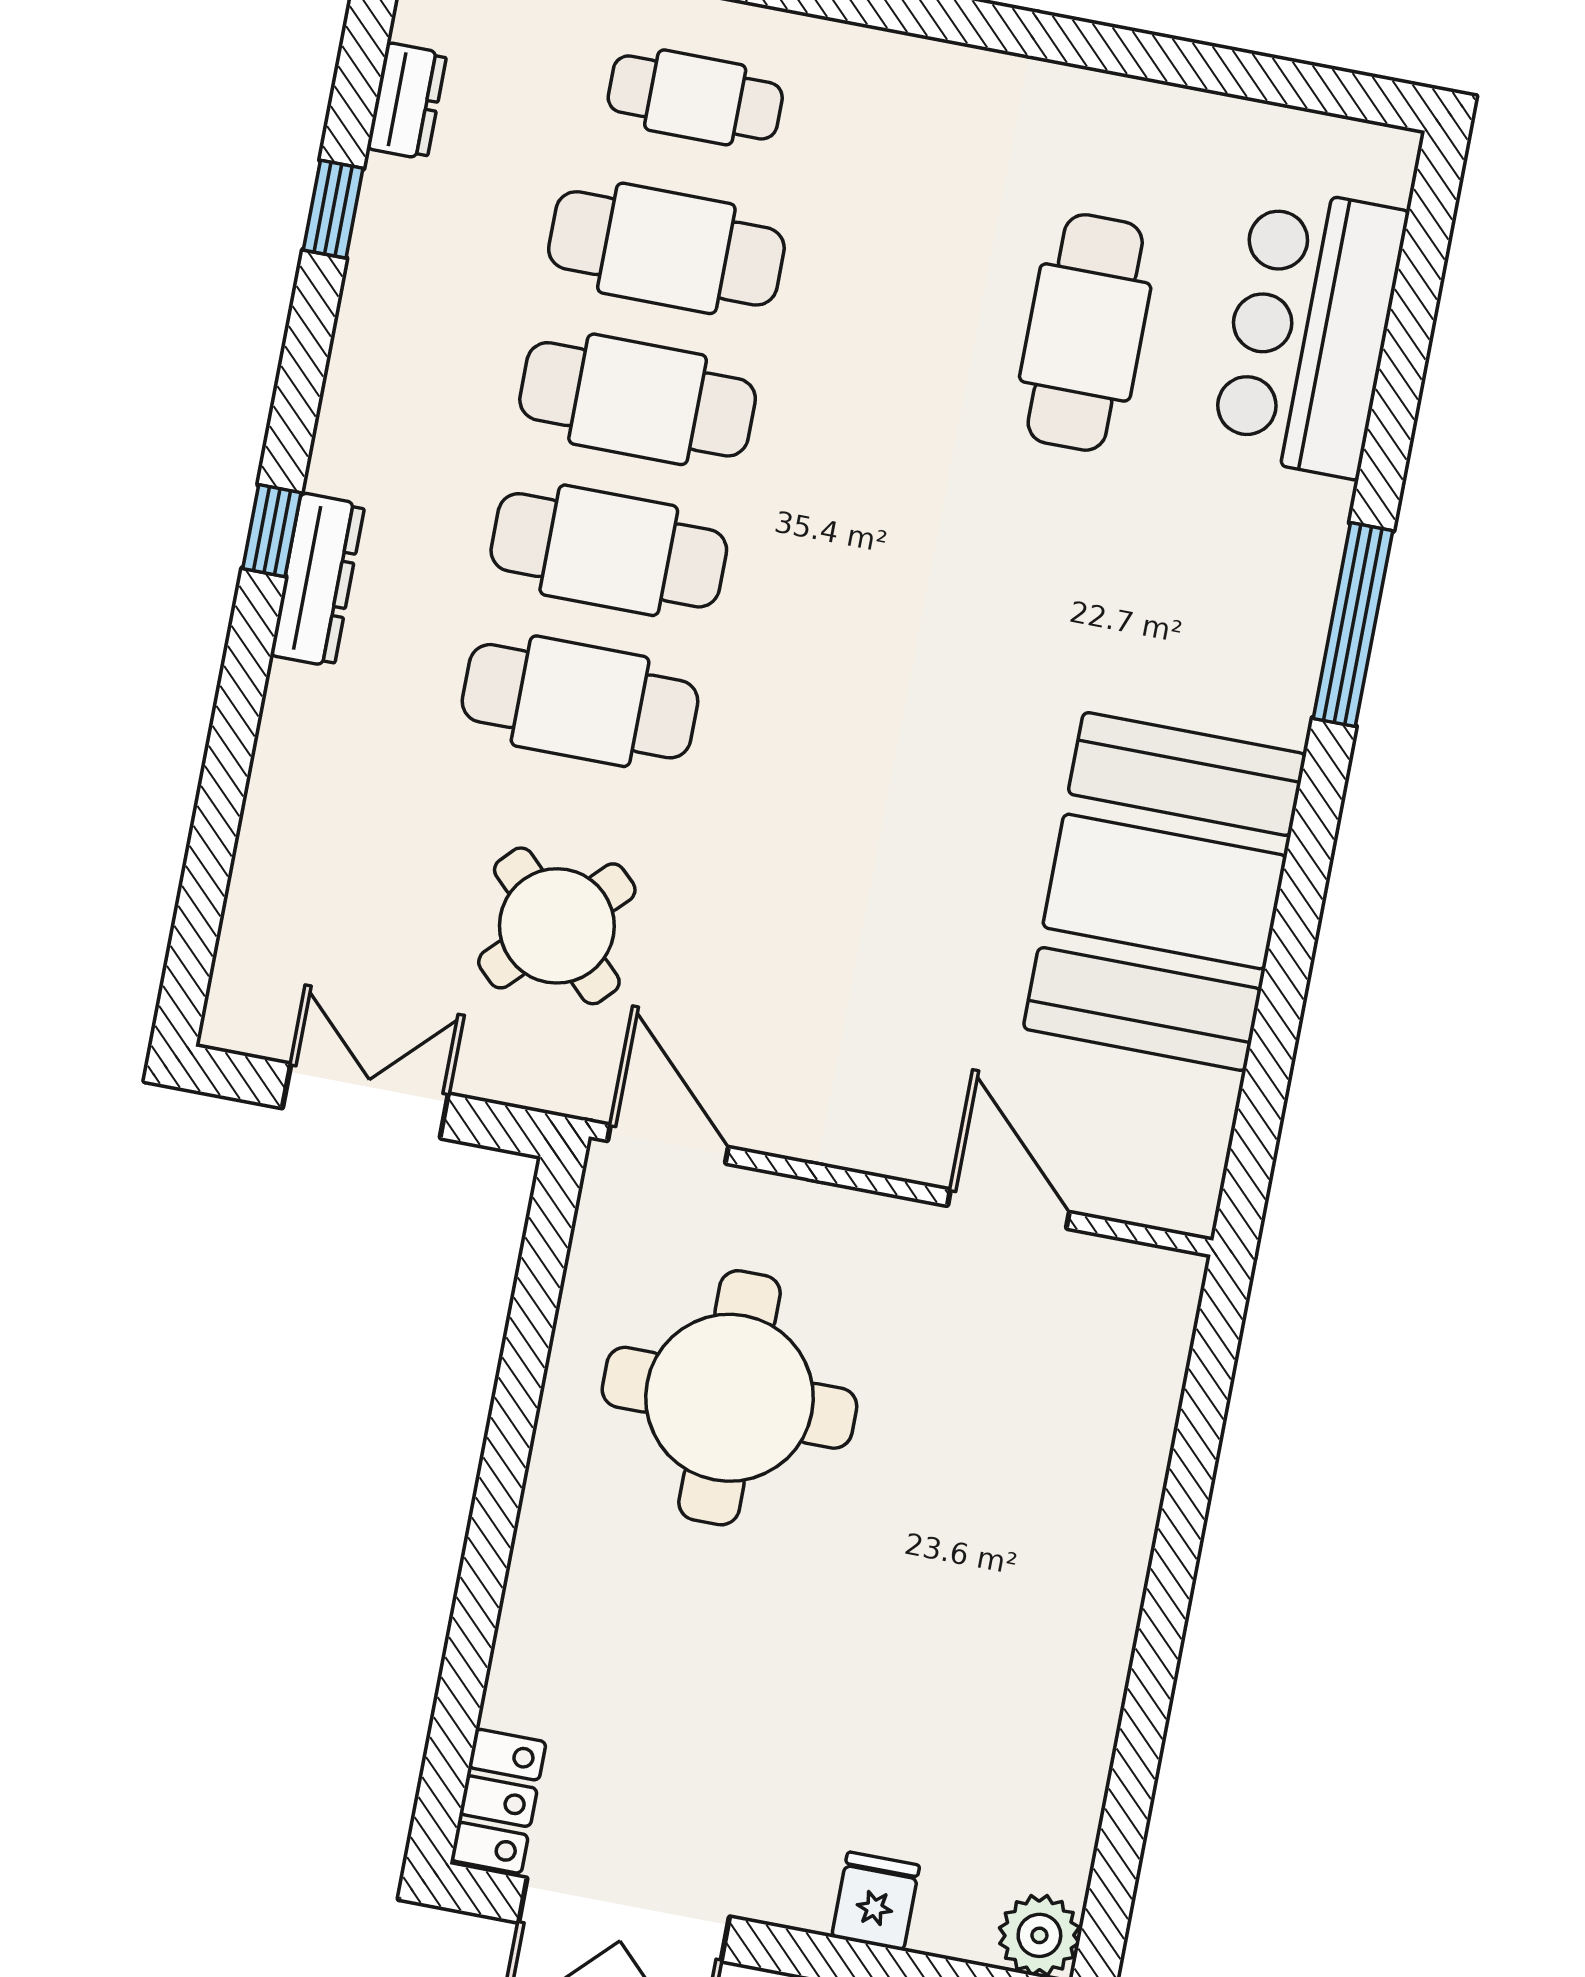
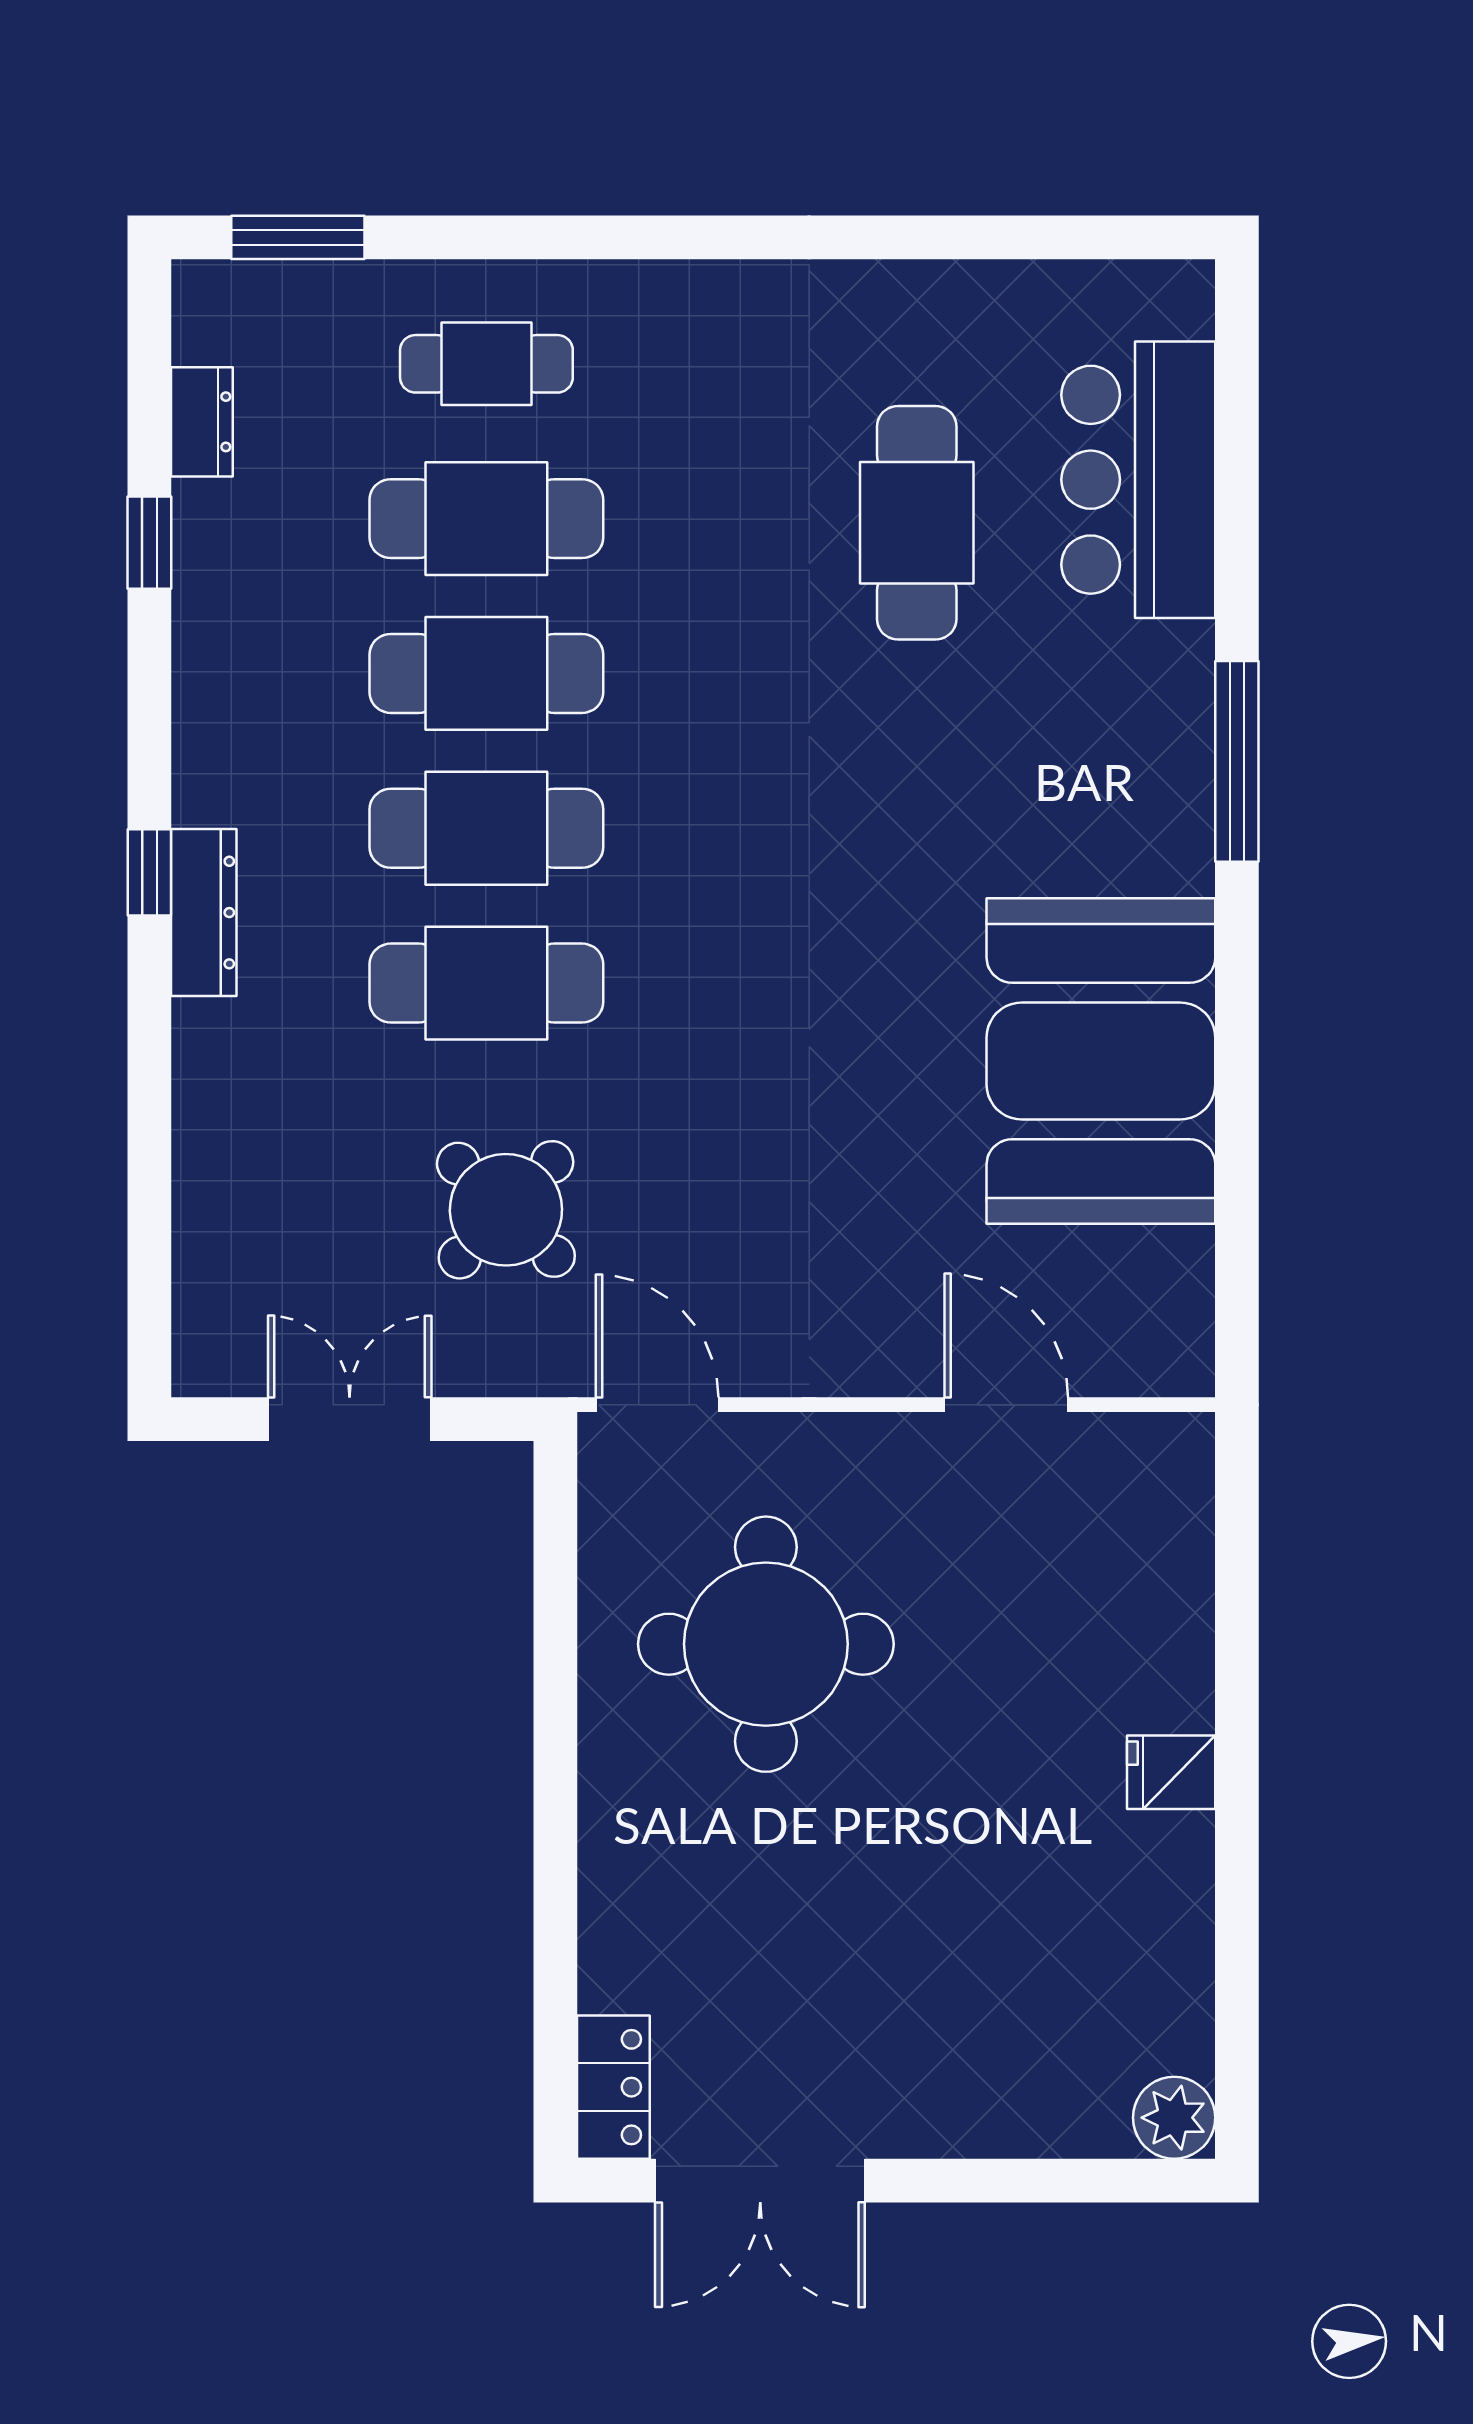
fridge: (876, 1901) -> (1171, 1772), moved, turned -90

